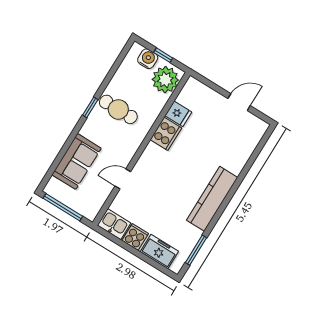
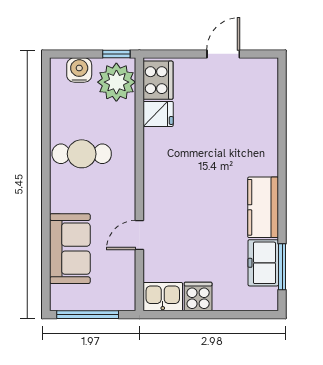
window: (163, 55) -> (116, 54), moved
window: (90, 107) -> (46, 172), removed
cooker: (166, 134) -> (158, 80), moved
kitchen counter: (212, 199) -> (263, 207), width x0.67
freezer: (159, 251) -> (263, 263), moved, turned -90

